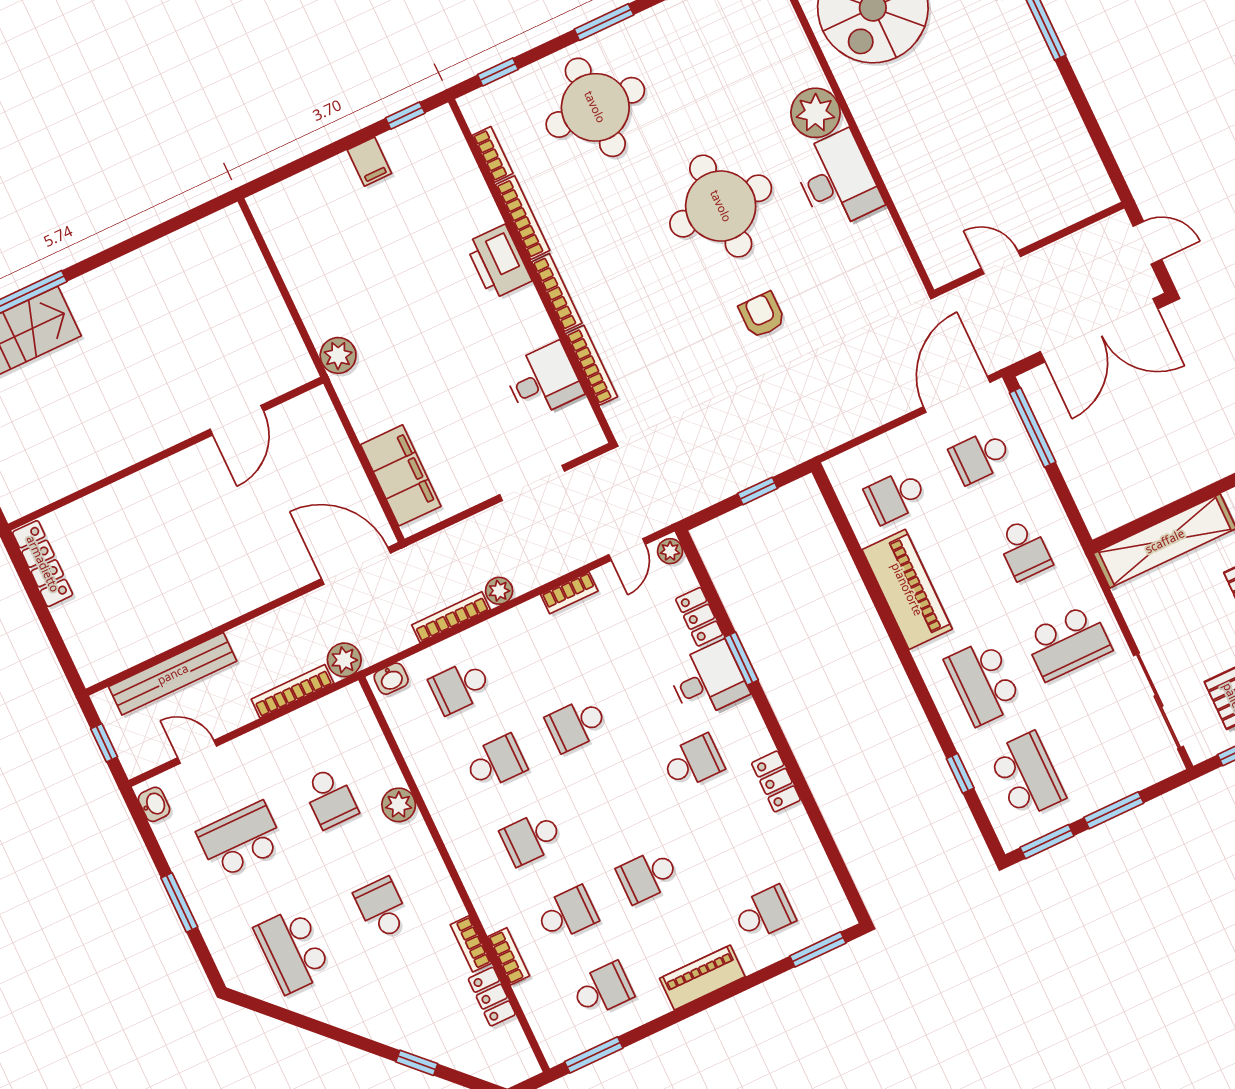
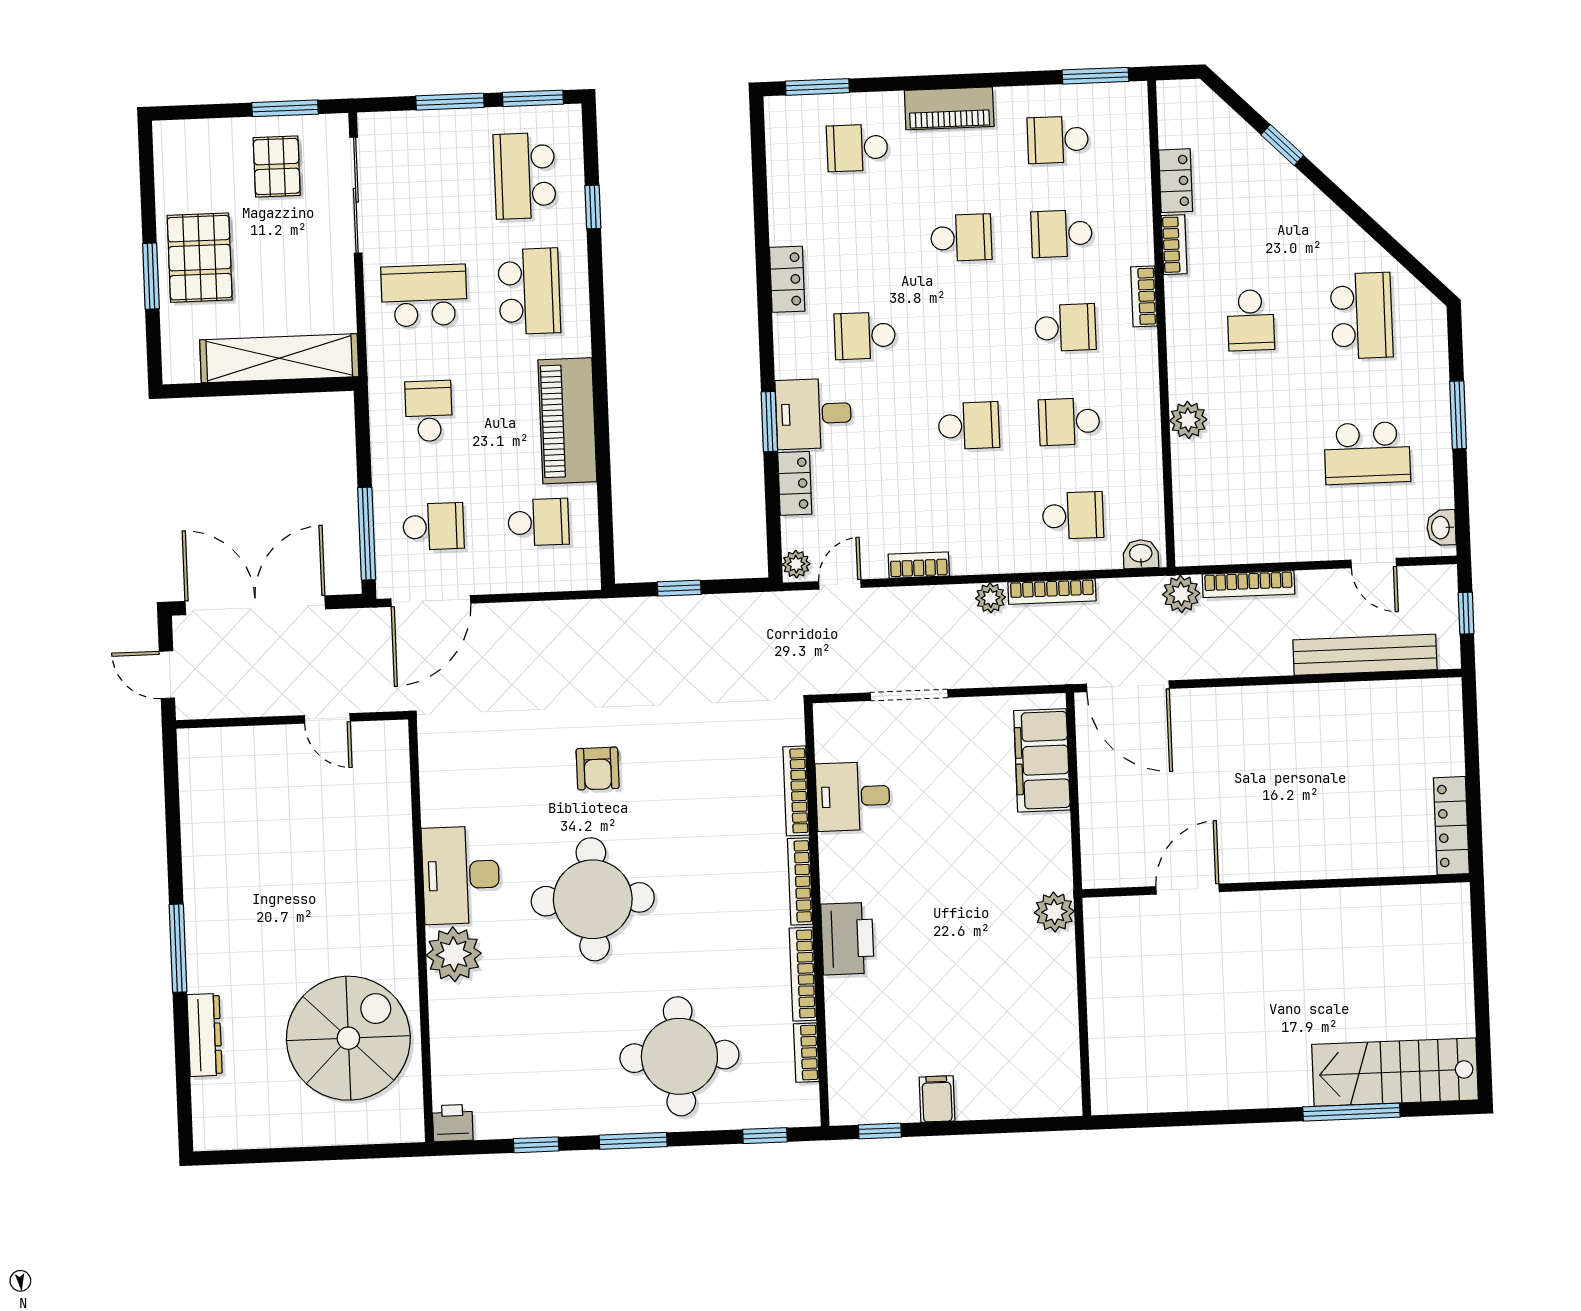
school desk: (330, 798) -> (1256, 457), removed
bookcase: (509, 956) -> (1144, 296), moved

